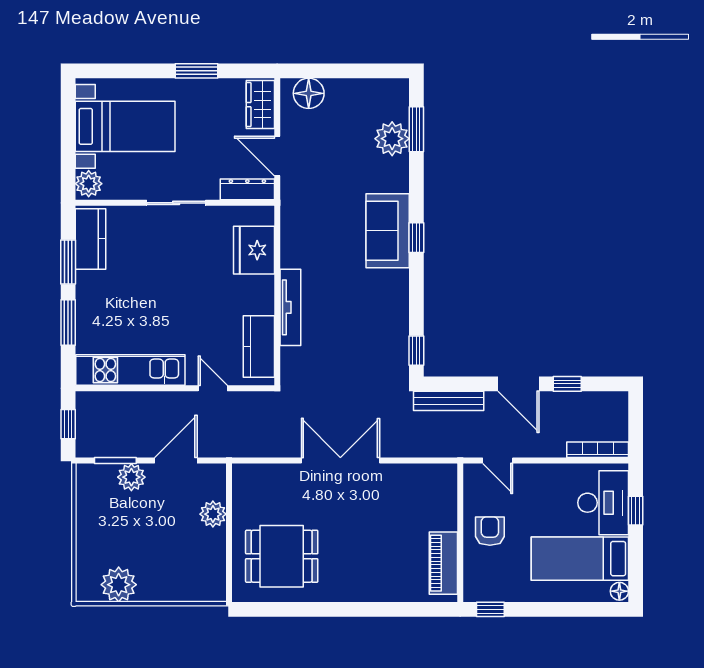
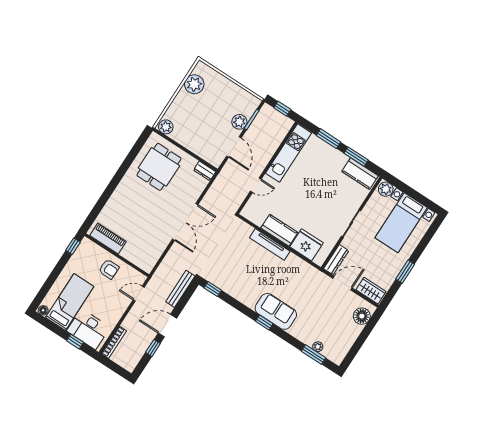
plant: (392, 139) -> (318, 347), width x0.53, depth x0.53
kitchen counter: (259, 346) -> (279, 230), moved
dresser: (242, 482) -> (205, 171), added
plant: (213, 514) -> (166, 127), moved

